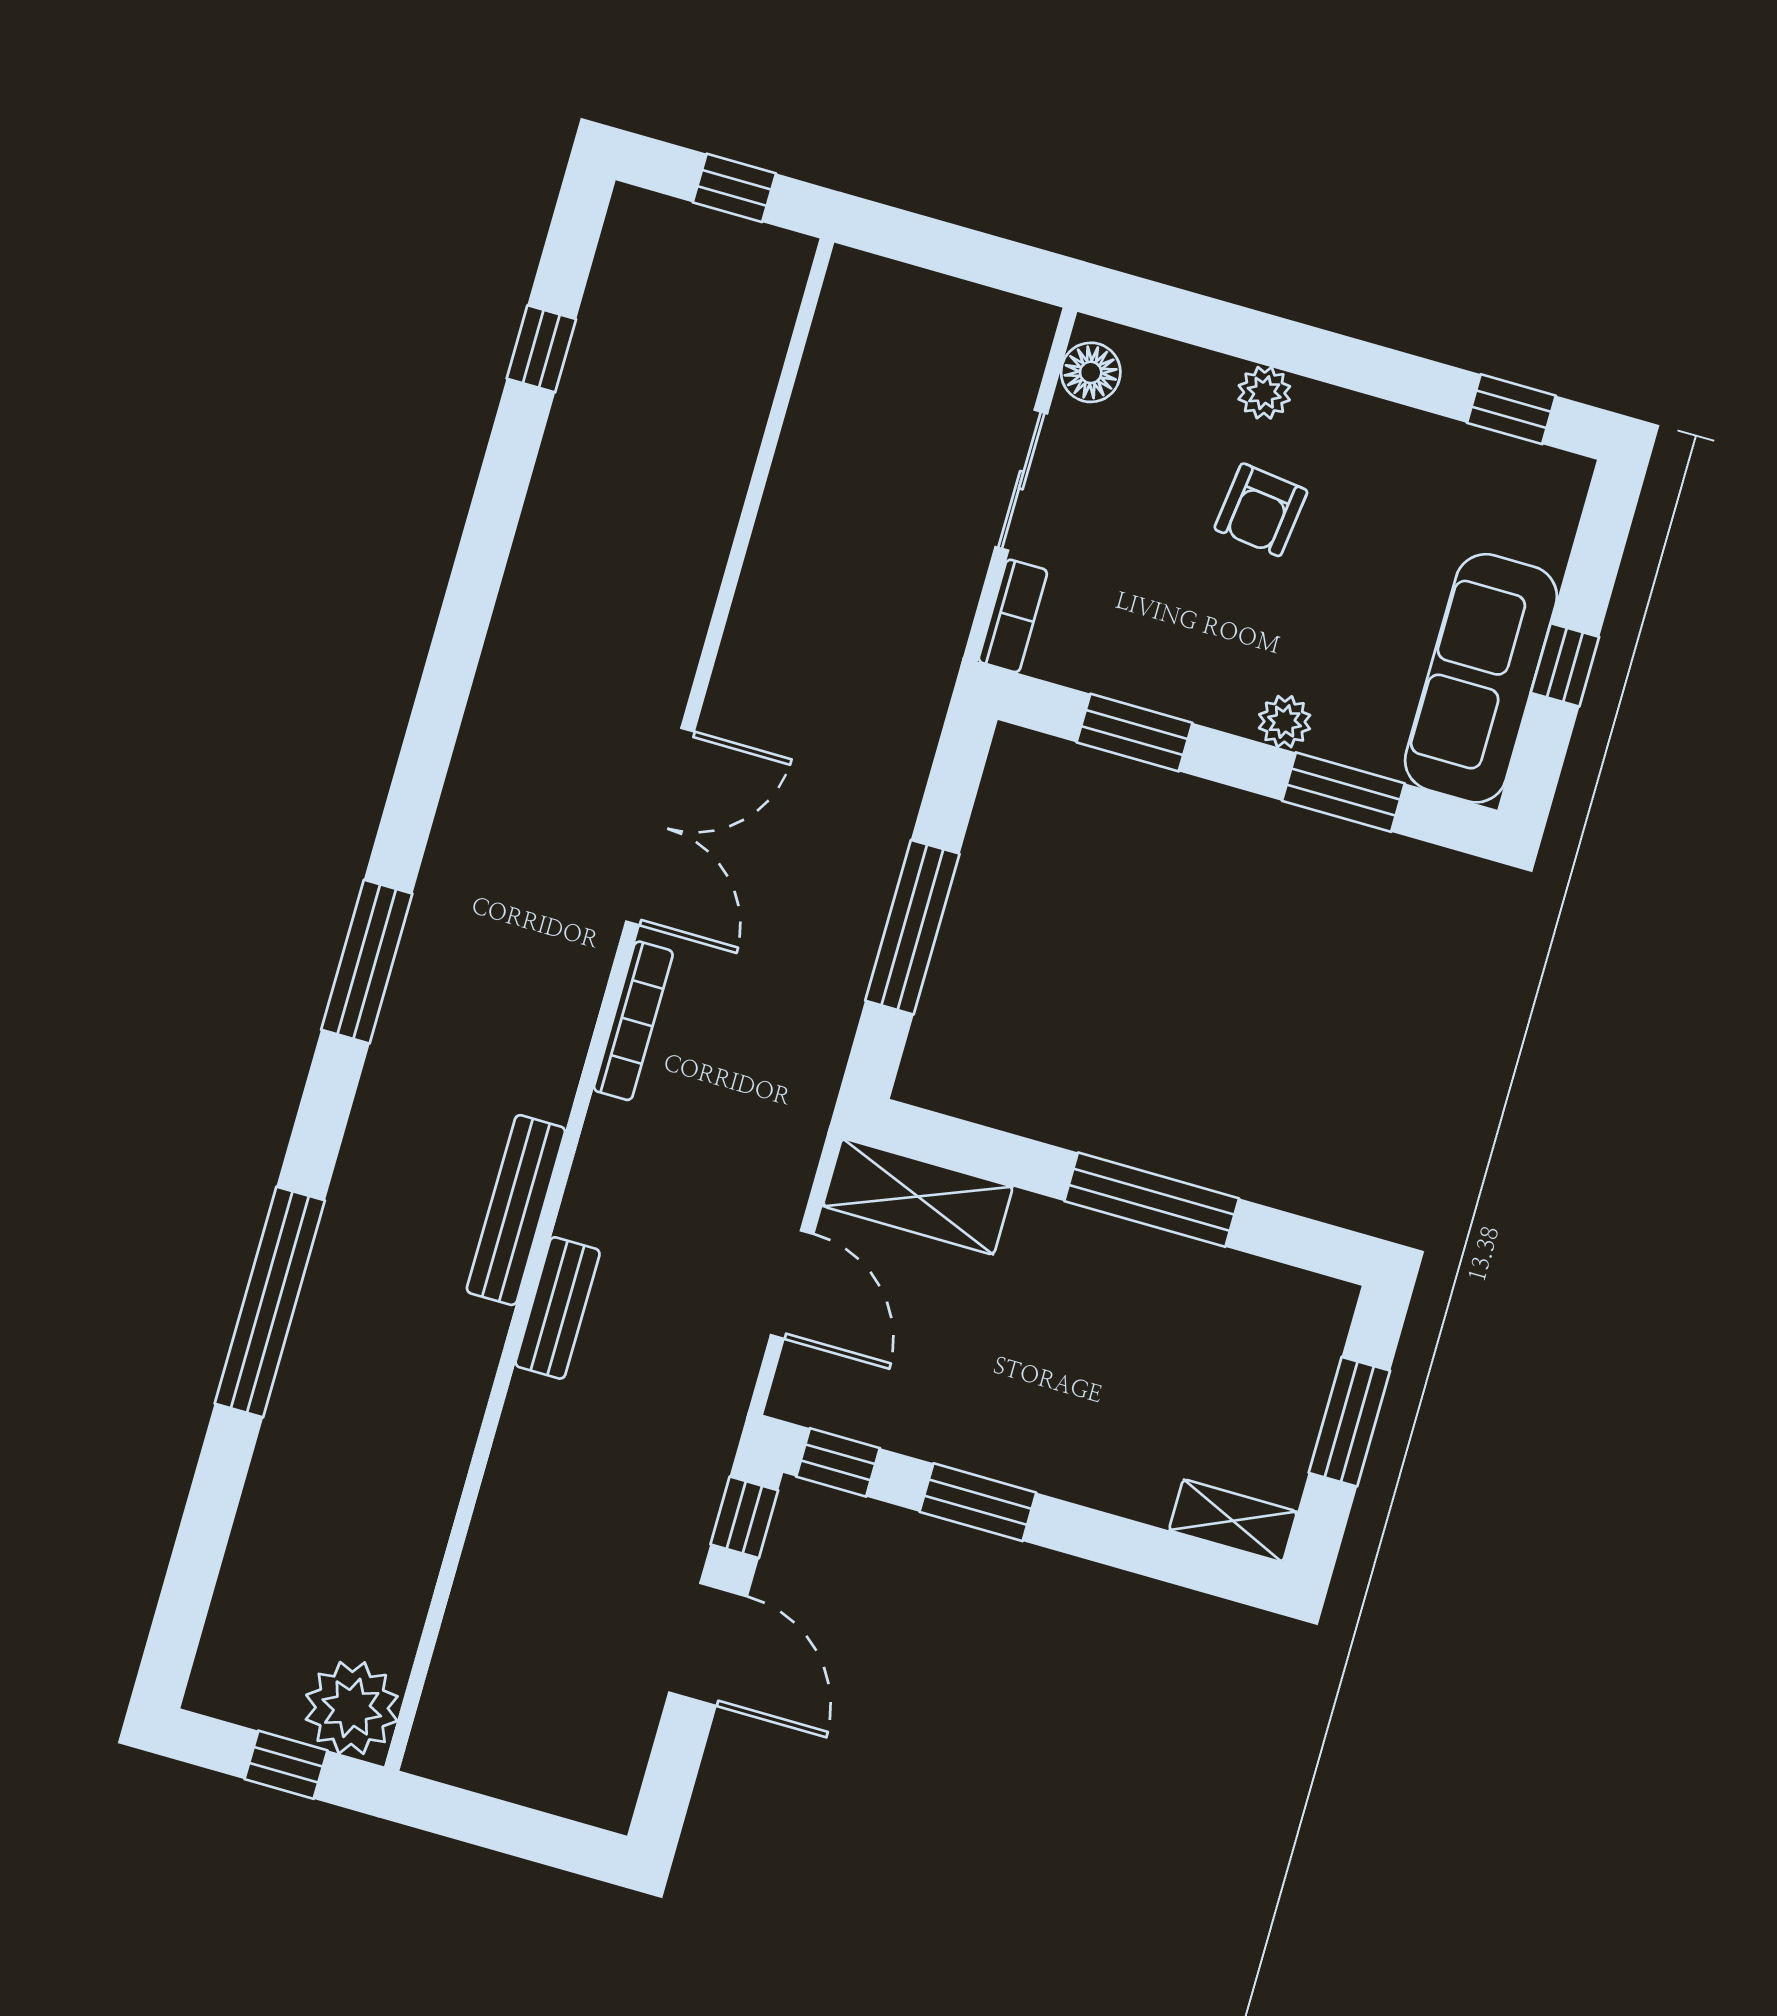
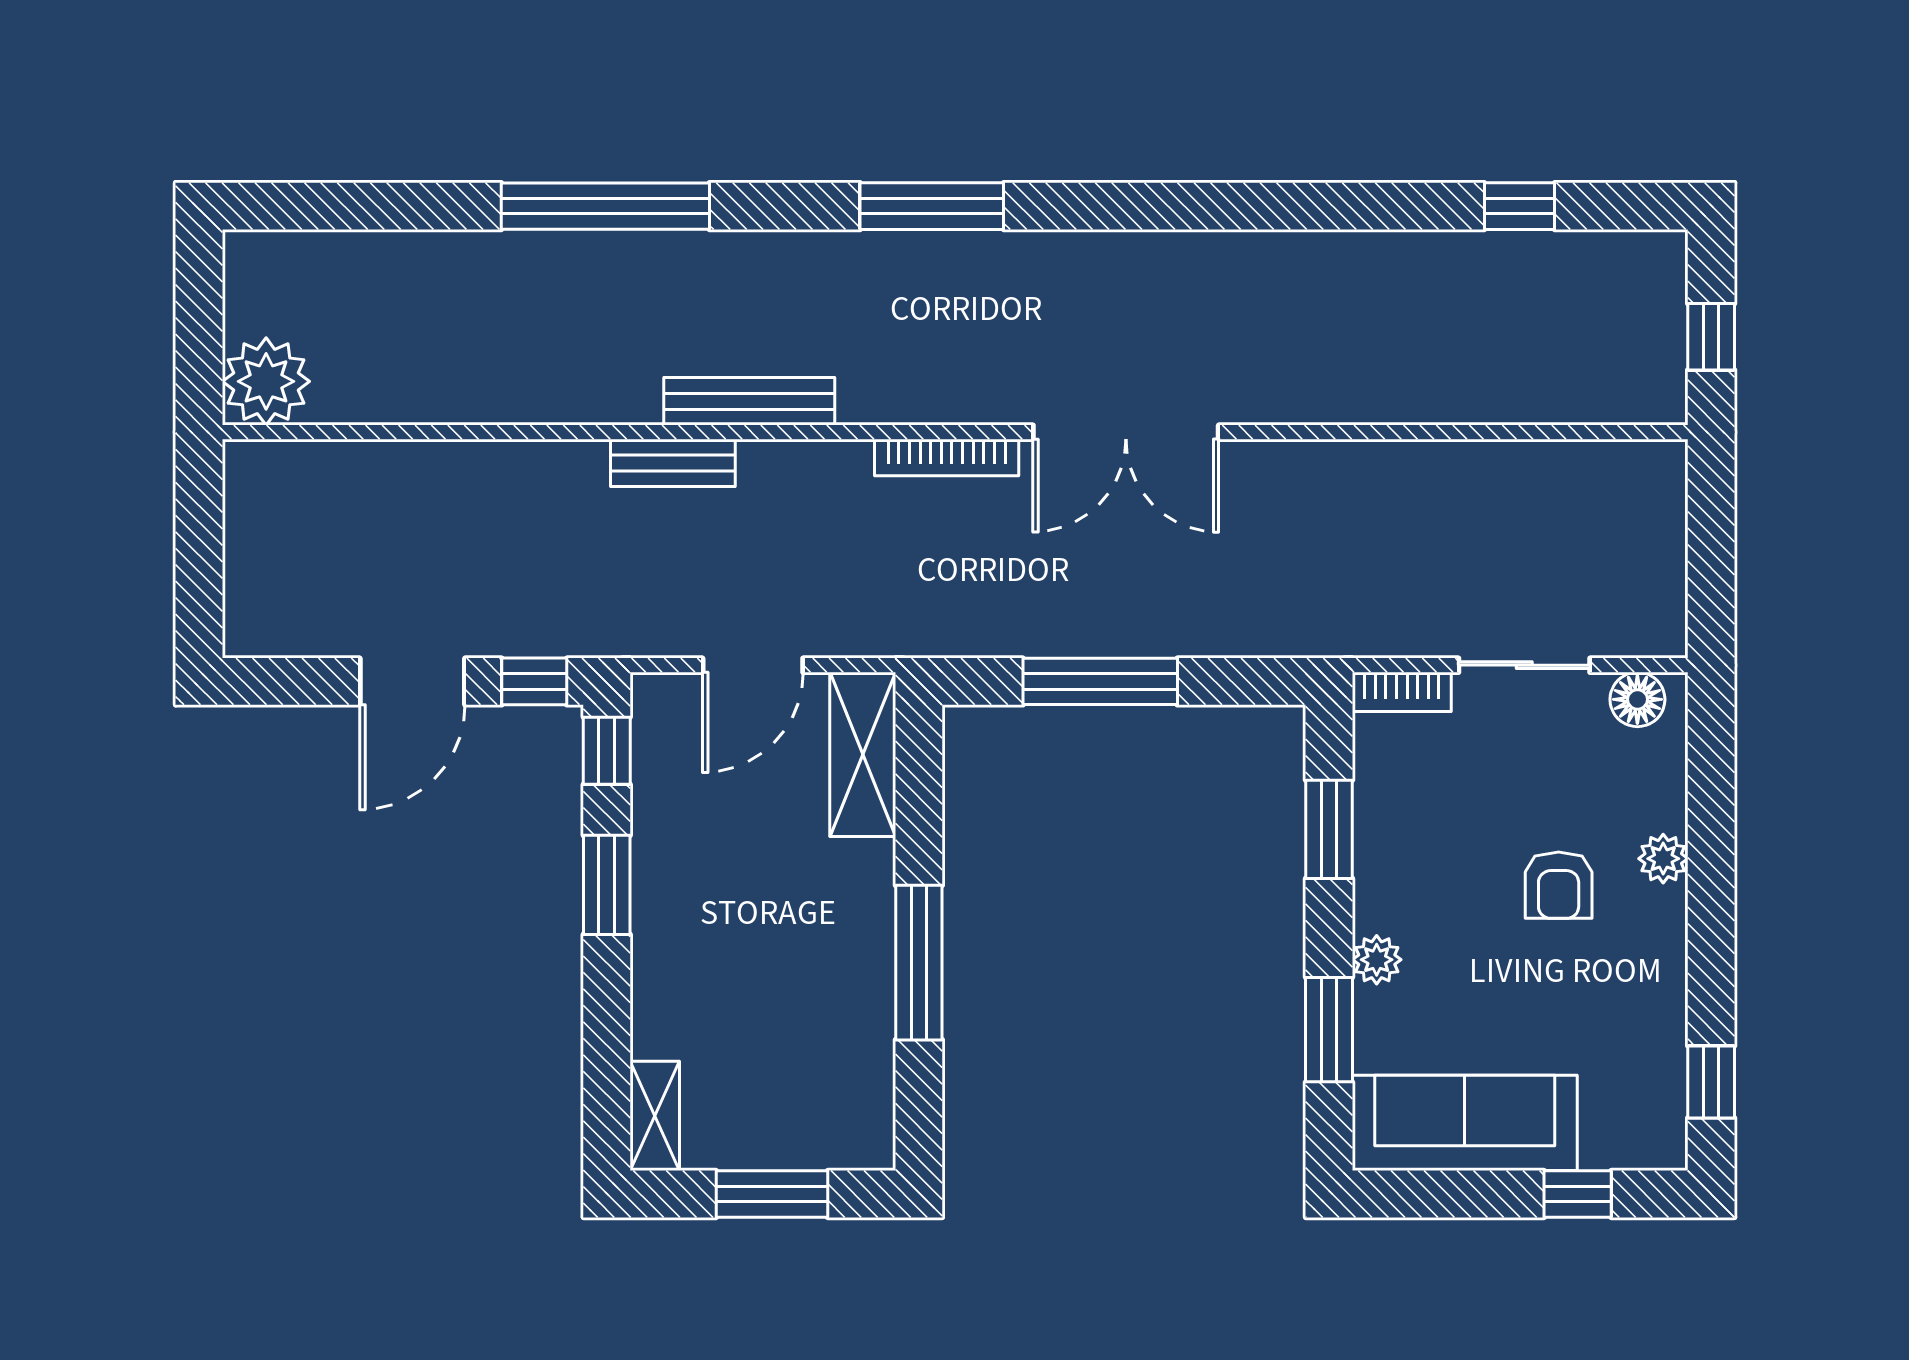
armchair: (1261, 510) -> (1559, 885), turned -97
window: (1565, 665) -> (1578, 1194), moved
window: (286, 1765) -> (199, 337), removed

